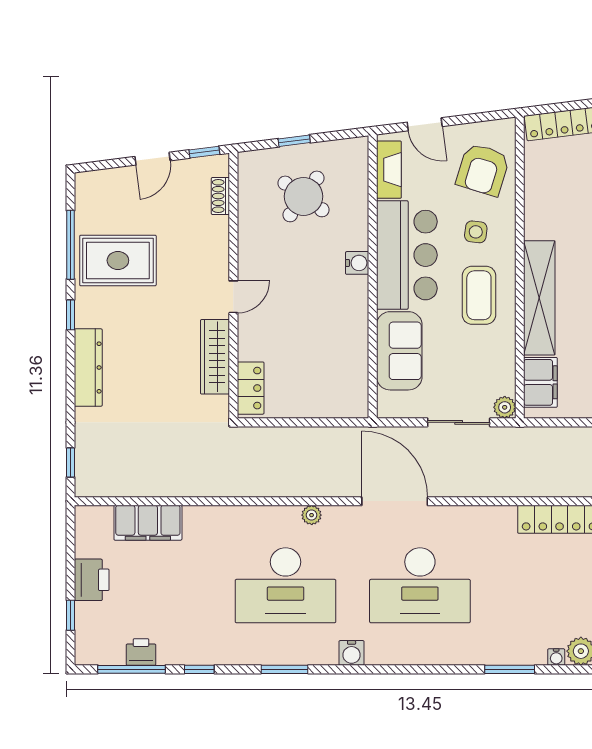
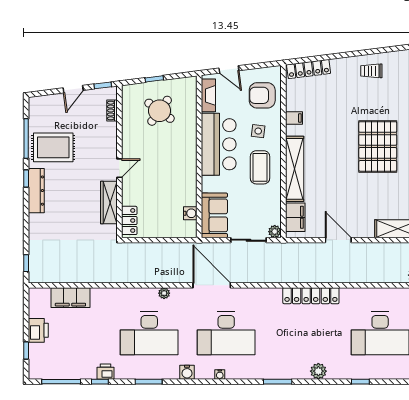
armchair: (483, 170) -> (262, 95), turned 73
filing cabinet: (538, 209) -> (294, 118), added
water cooler: (357, 263) -> (190, 213), moved
sofa: (399, 351) -> (214, 215), moved
dresser: (88, 368) -> (36, 191), moved
printer: (141, 652) -> (106, 372), moved
water cooler: (556, 657) -> (220, 375), moved

